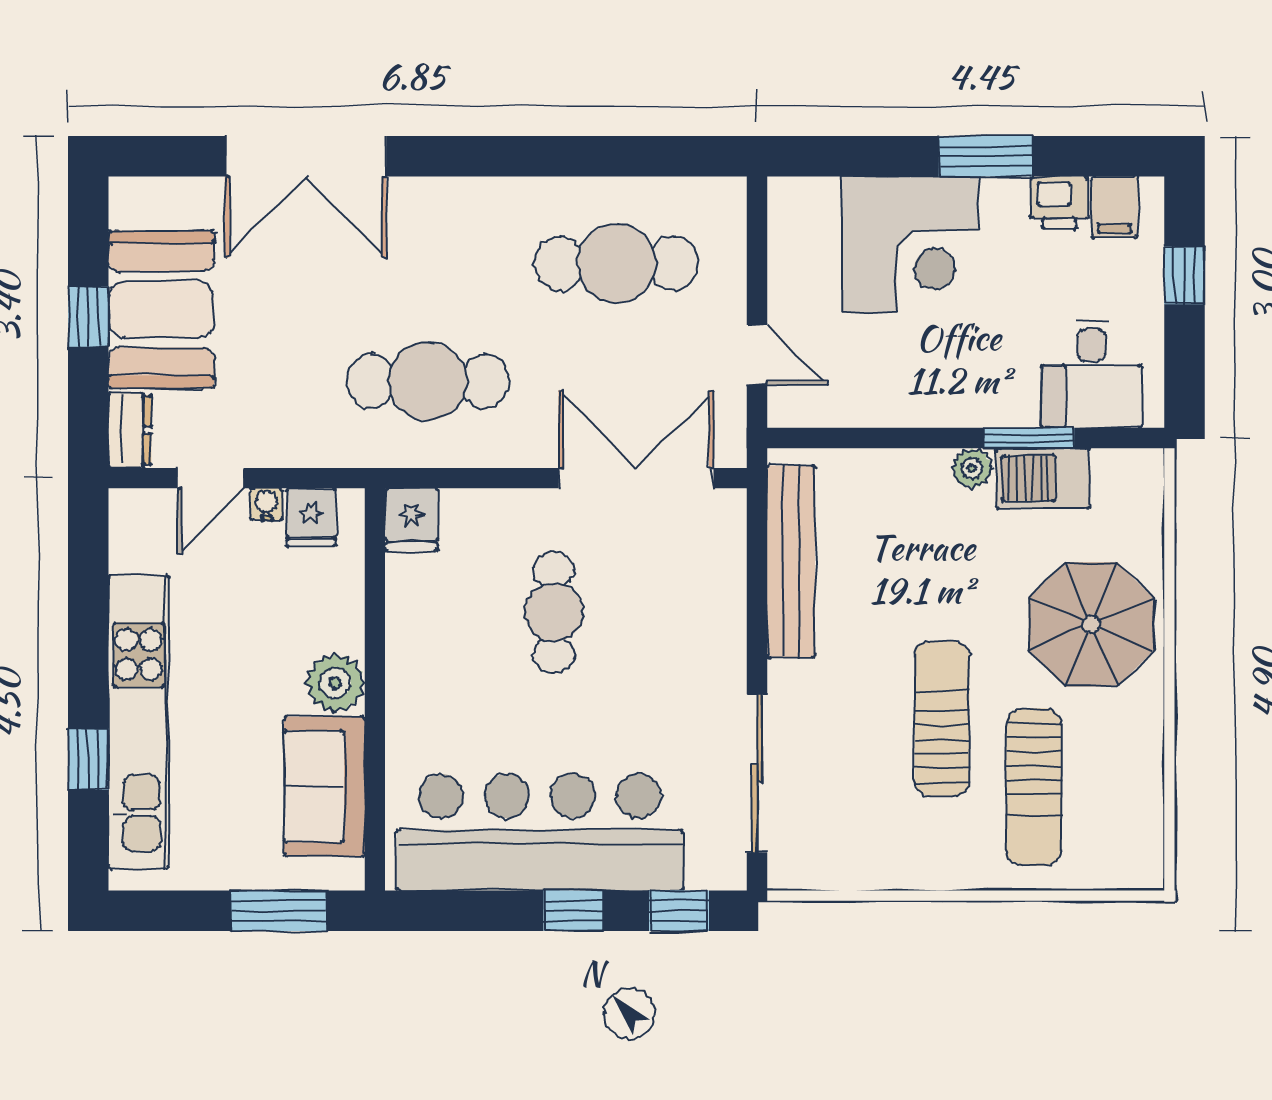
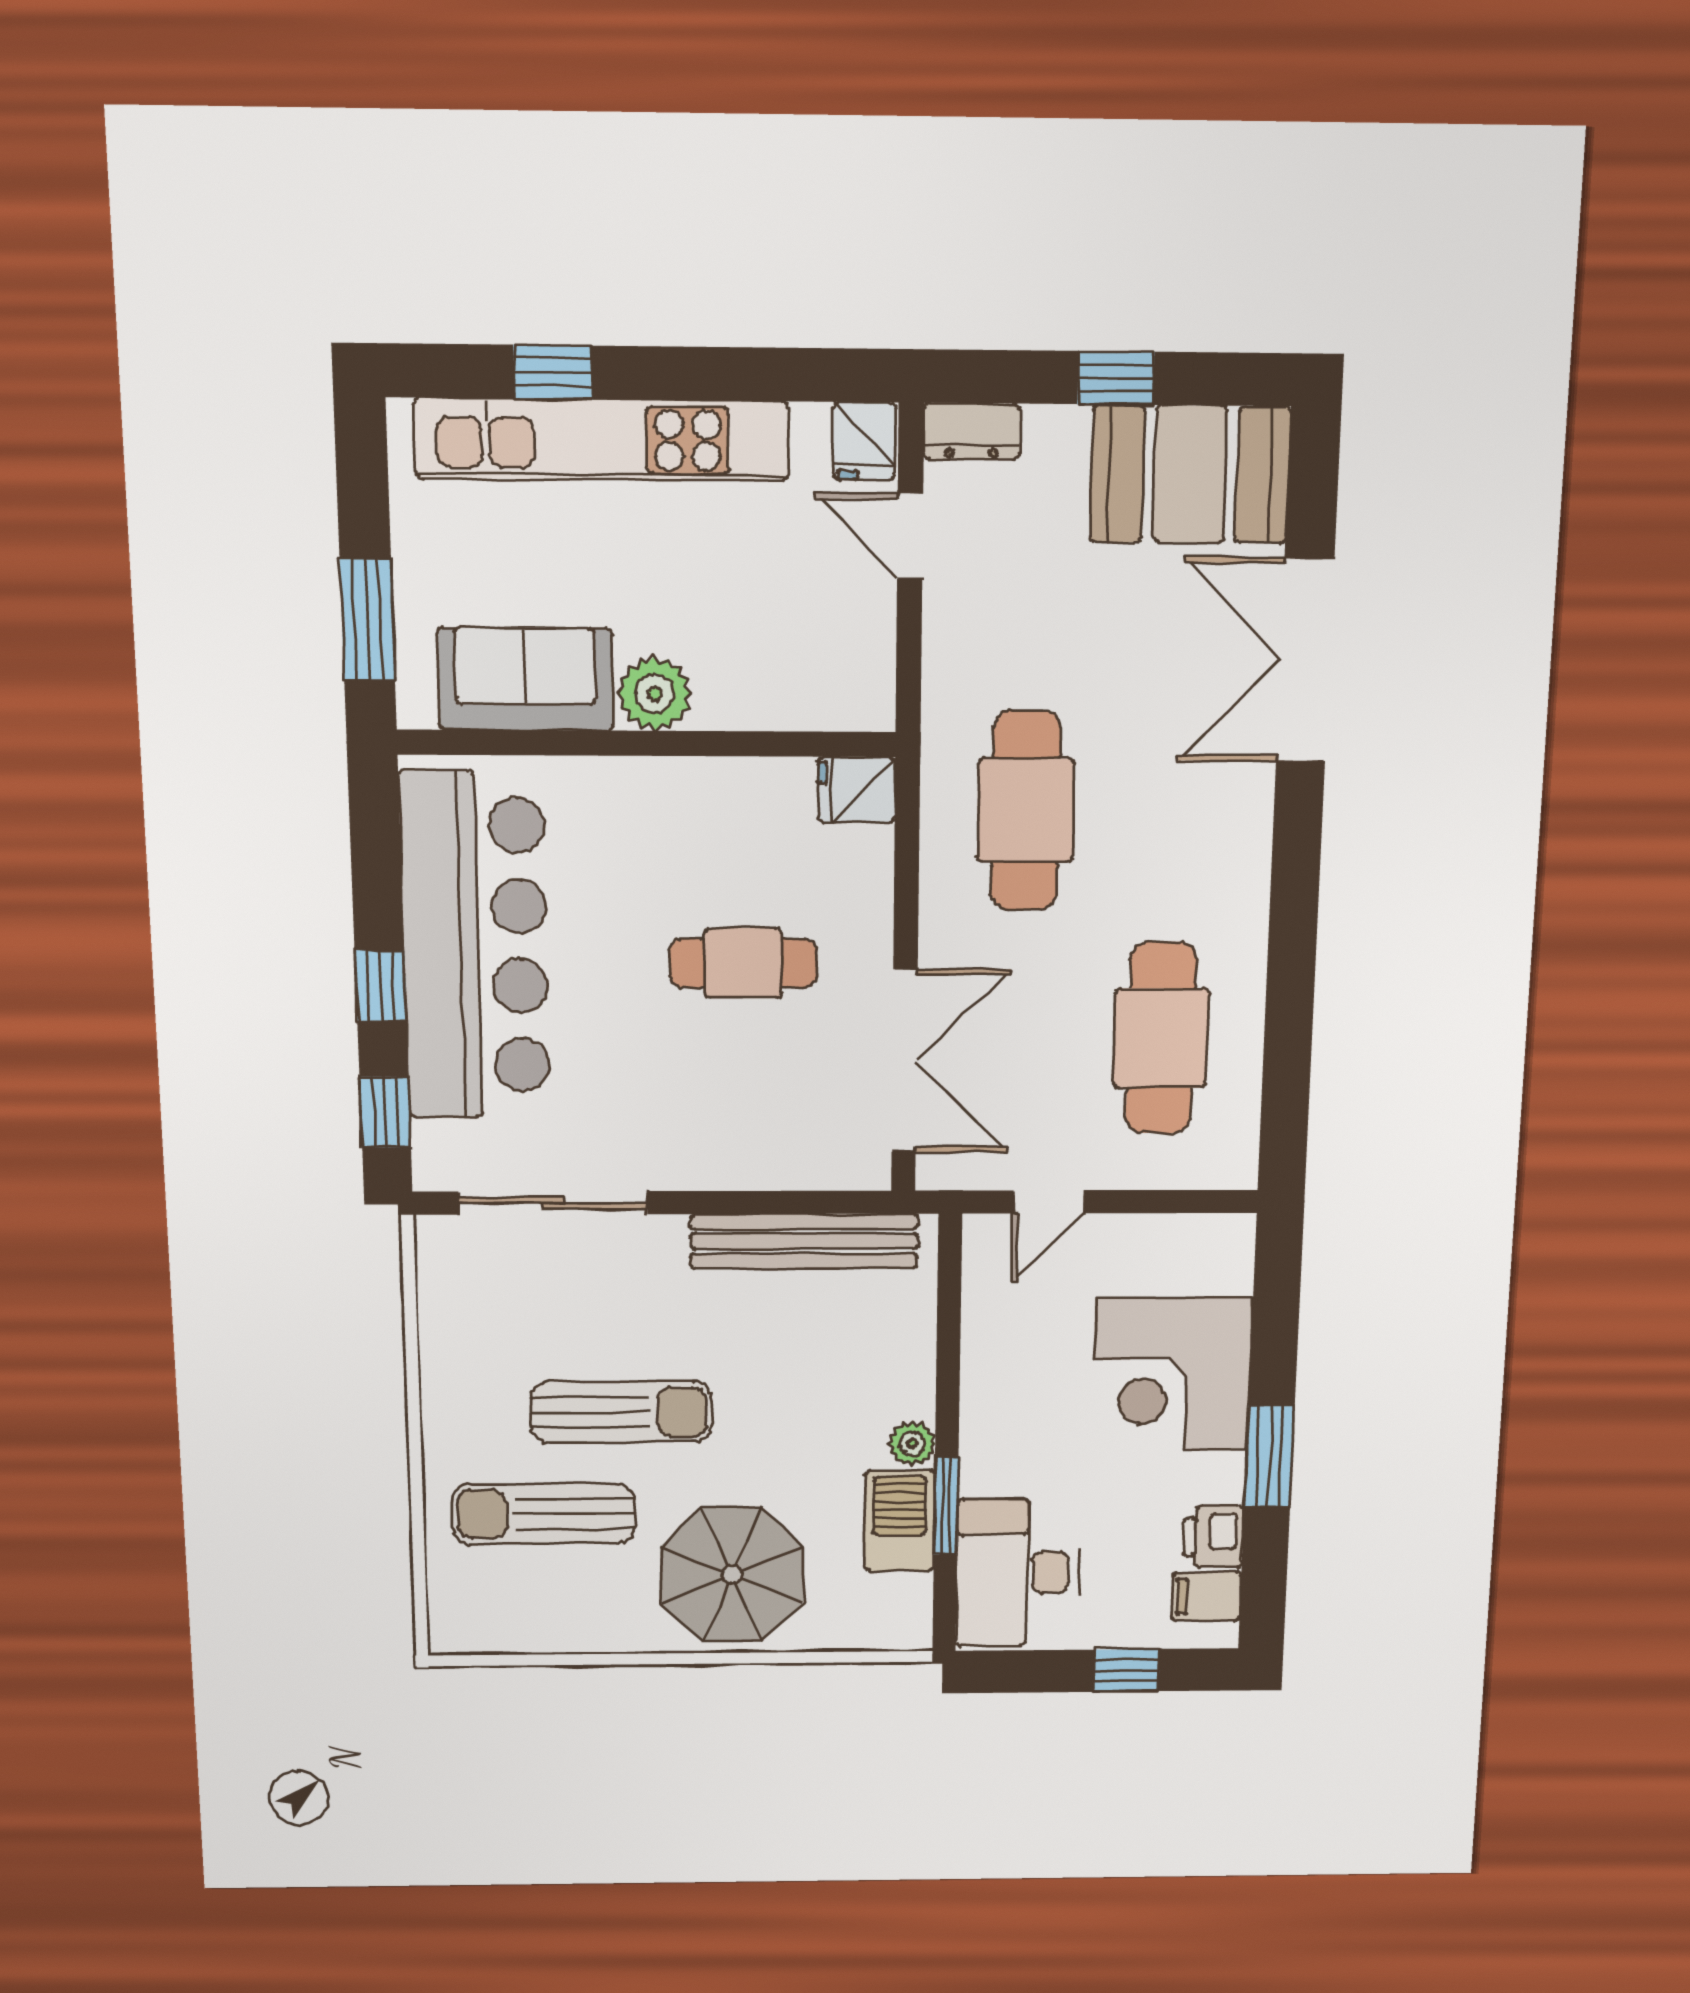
booth: (161, 309) -> (1190, 474), moved
desk: (1092, 374) -> (1018, 1573), width x1.37
water cooler: (266, 504) -> (877, 608), removed
fridge: (311, 518) -> (864, 441), moved, turned -90

